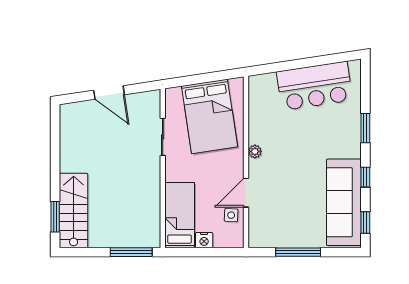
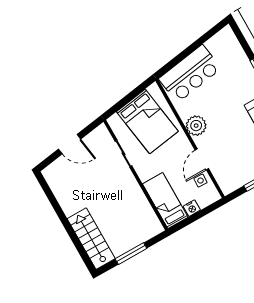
bar counter: (315, 86) -> (190, 74), moved
plant: (255, 151) -> (196, 126), width x1.87, depth x1.87
window: (55, 217) -> (81, 250), removed
window: (131, 252) -> (131, 254), moved

